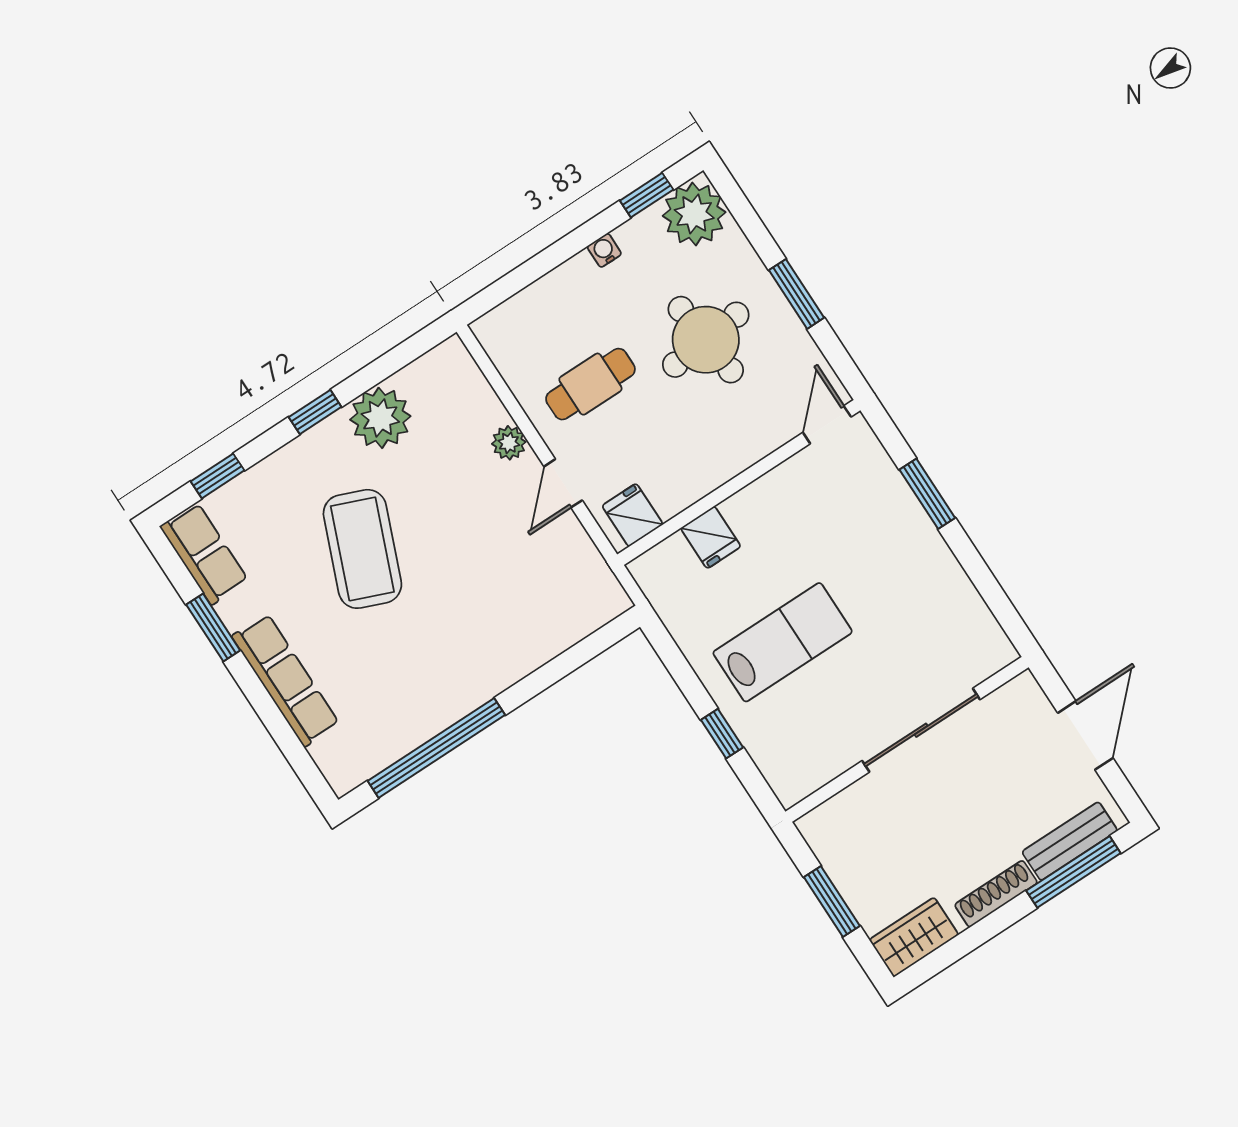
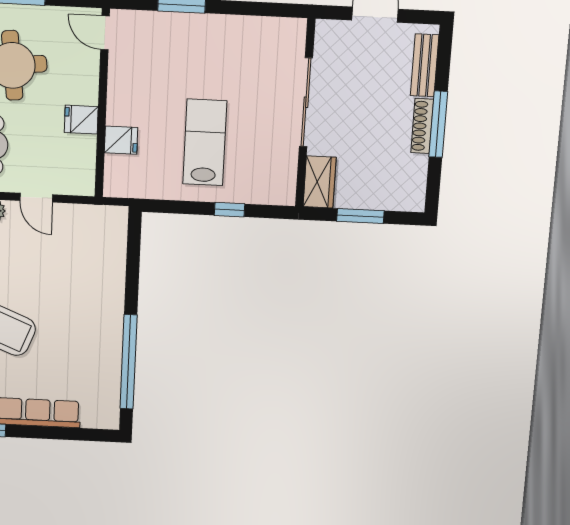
fridge: (633, 515) -> (81, 120), moved
window: (1073, 872) -> (438, 124), moved
wardrobe: (914, 937) -> (320, 182), moved, turned 180

